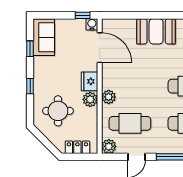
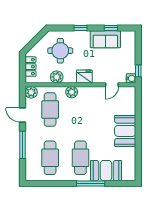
sofa: (44, 37) -> (105, 39), moved
door: (100, 48) -> (112, 85), width x0.53
plant: (90, 99) -> (57, 77), moved

